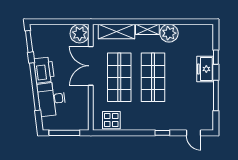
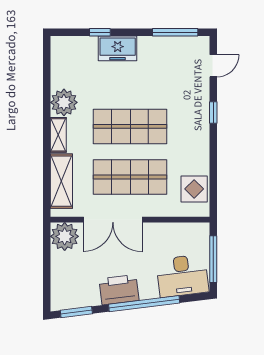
window: (216, 95) -> (175, 32), moved
desk: (52, 99) -> (182, 276), moved

